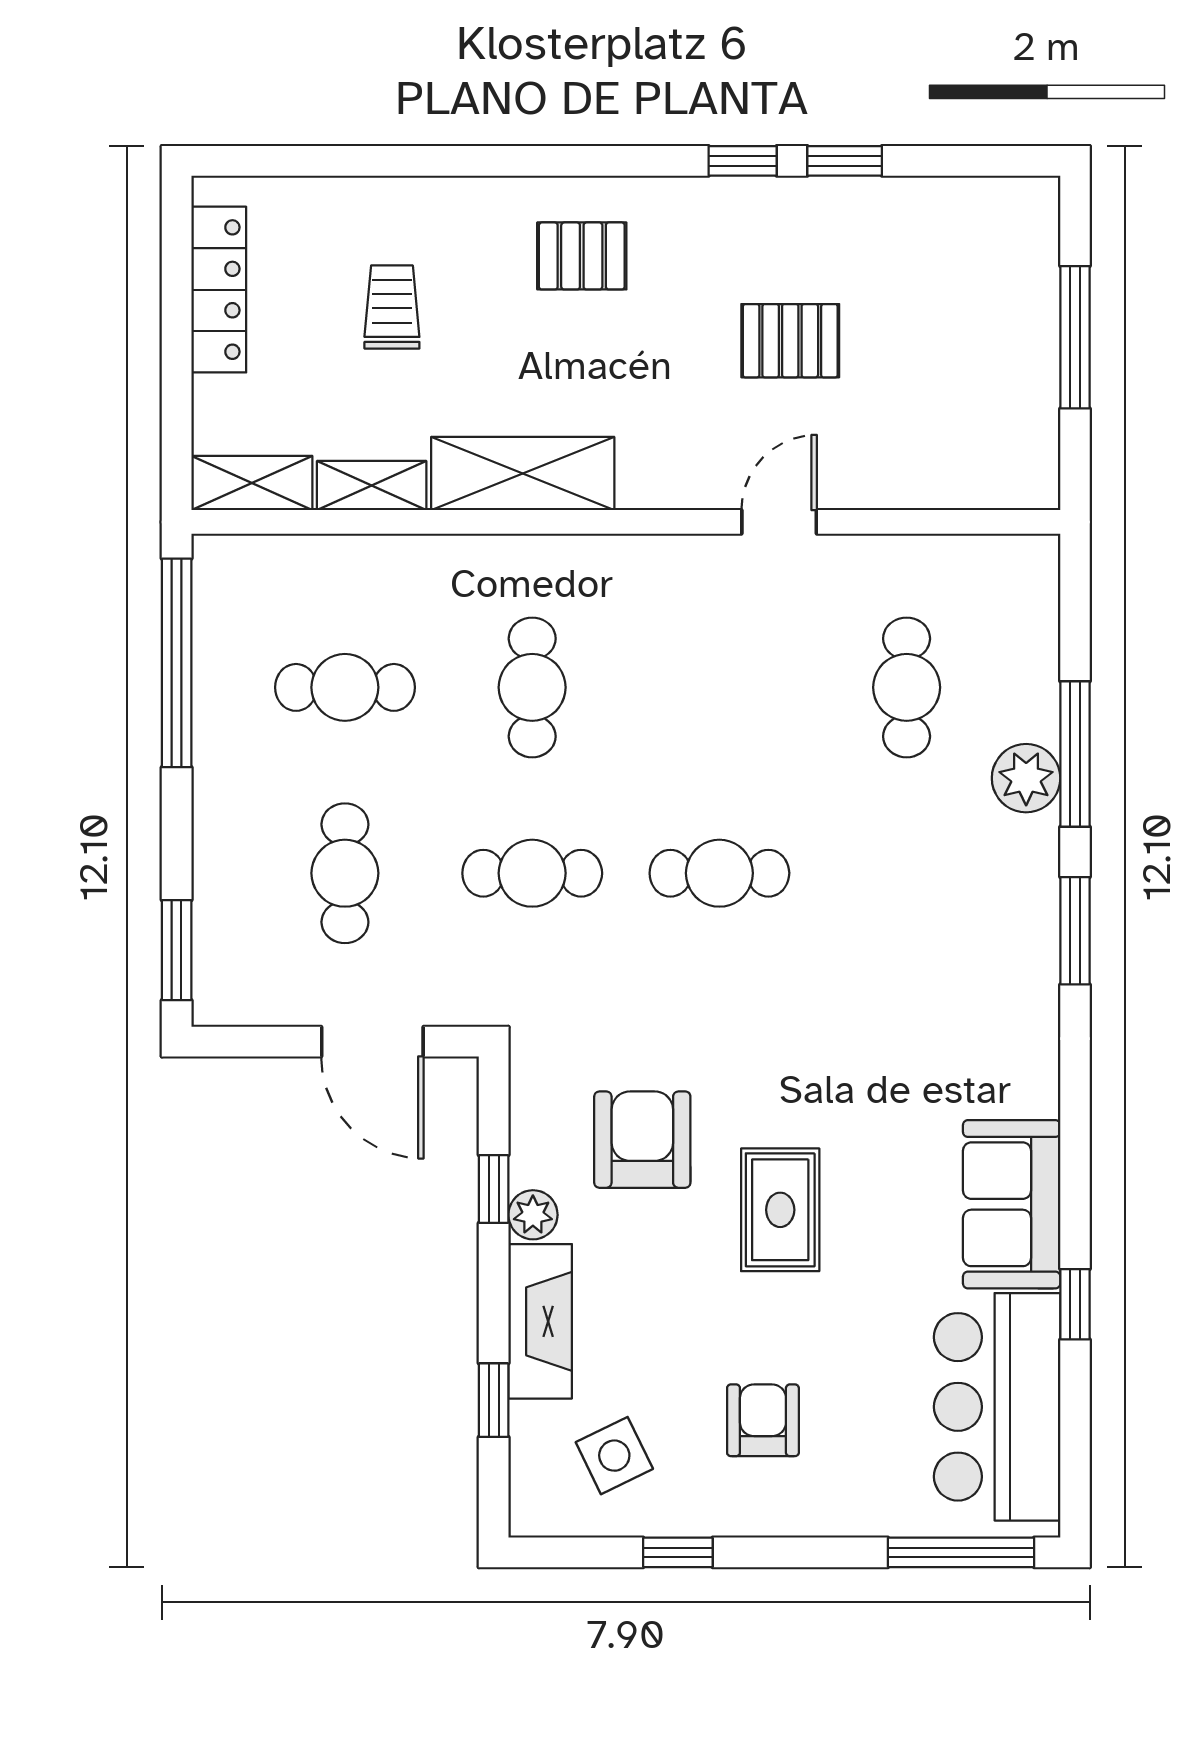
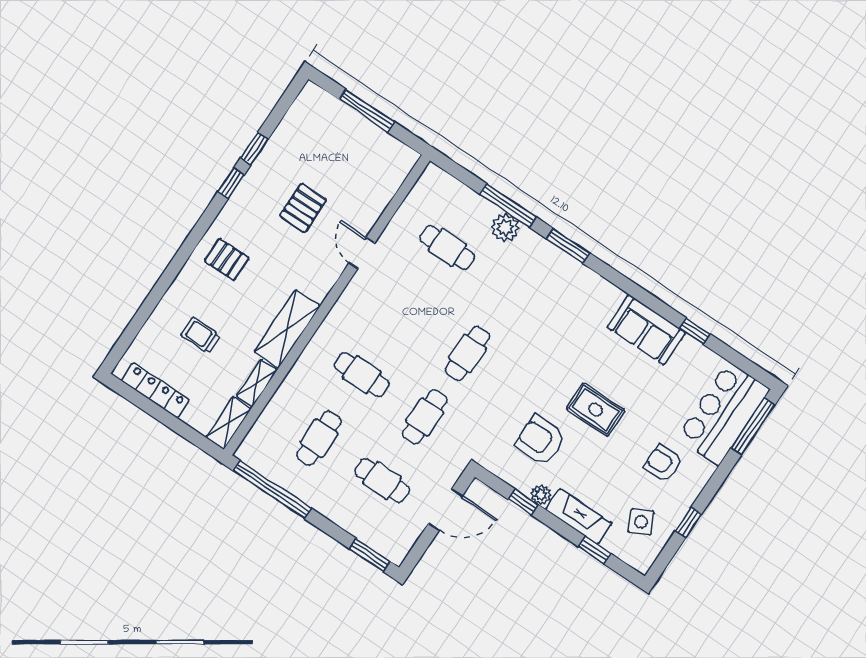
pallet: (582, 256) -> (227, 259), turned 90
bar counter: (997, 1407) -> (723, 413), moved, turned 90

